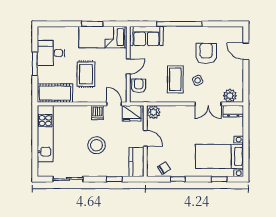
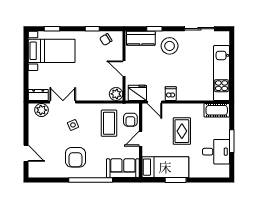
armchair: (206, 53) -> (75, 157), moved
coffee table: (175, 79) -> (109, 123), moved
cot: (55, 93) -> (217, 110), width x0.73, depth x0.75
stool: (97, 145) -> (170, 46), moved
kitchen counter: (136, 162) -> (141, 38), moved, turned 90

